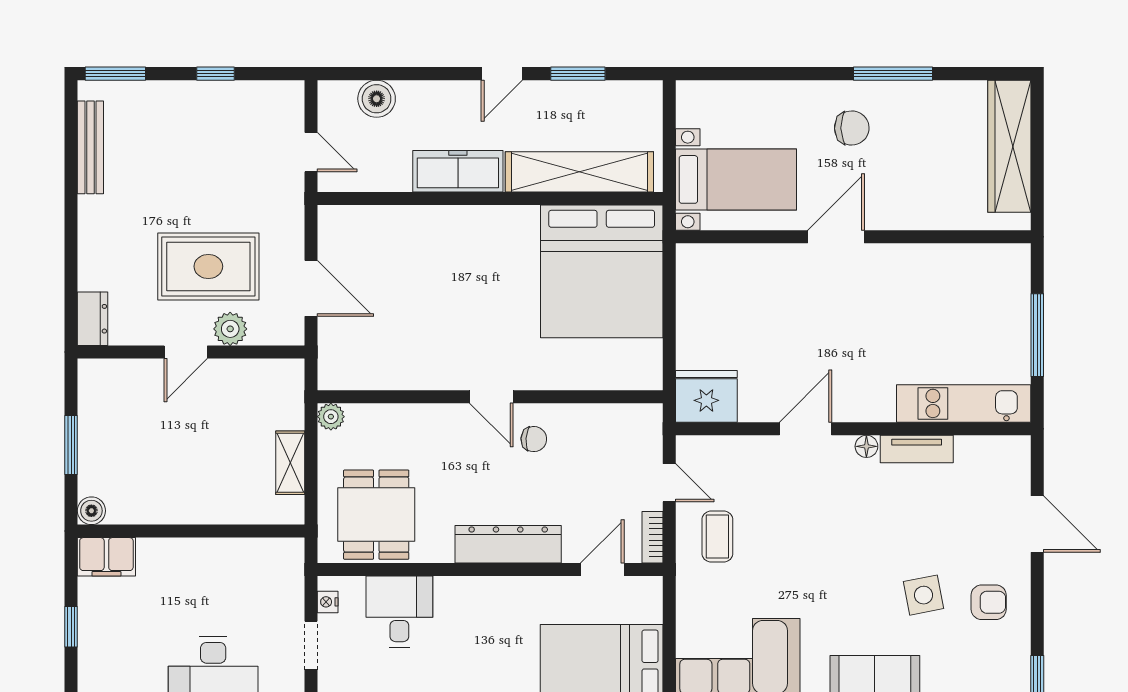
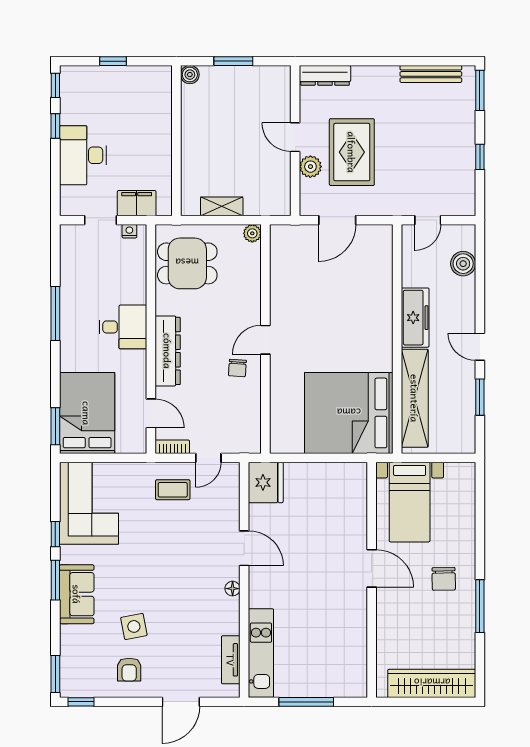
dresser: (93, 319) -> (325, 75), width x1.44
tv unit: (917, 449) -> (231, 660), moved
filing cabinet: (106, 557) -> (137, 203), moved, turned 90
desk: (399, 612) -> (123, 327), moved

